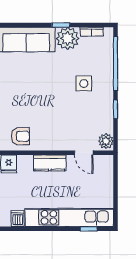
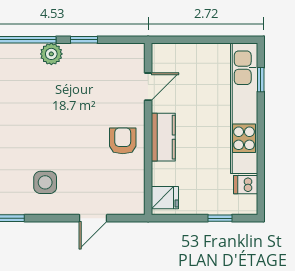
side table: (84, 83) -> (45, 182), moved
armchair: (20, 136) -> (123, 141), moved
plant: (106, 141) -> (51, 54), moved

